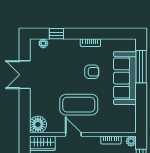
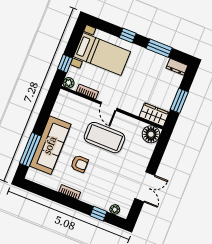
armchair: (92, 72) -> (80, 164), turned 180
door: (73, 134) -> (109, 106), moved

